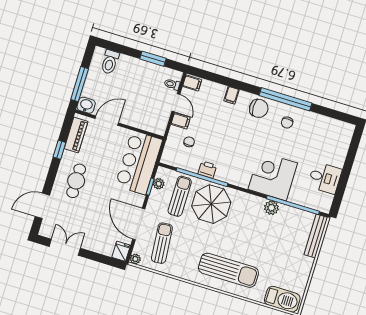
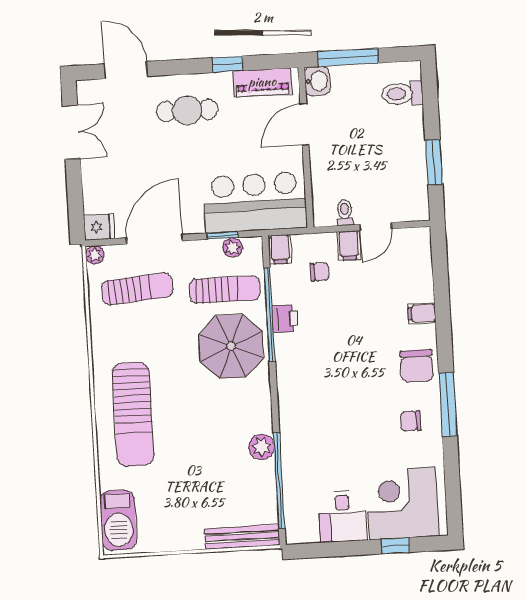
filing cabinet: (192, 83) -> (280, 249), moved
toilet: (172, 84) -> (345, 213), moved
window: (286, 99) -> (448, 404), width x0.68
door: (107, 121) -> (304, 124), swing flipped
window: (351, 155) -> (396, 546), added
corner desk: (273, 176) -> (402, 503), moved, turned -90

